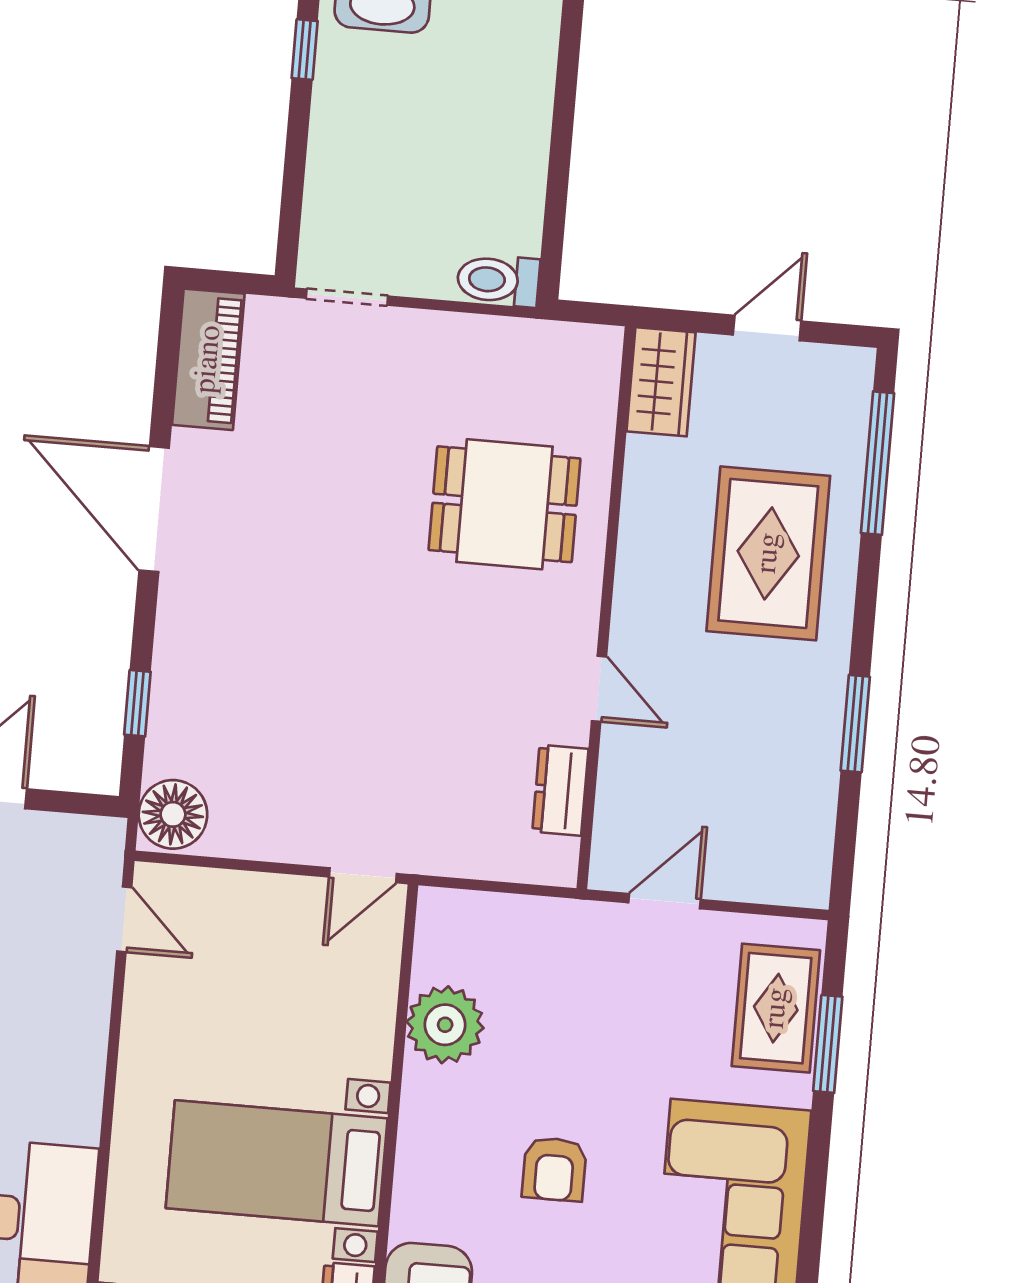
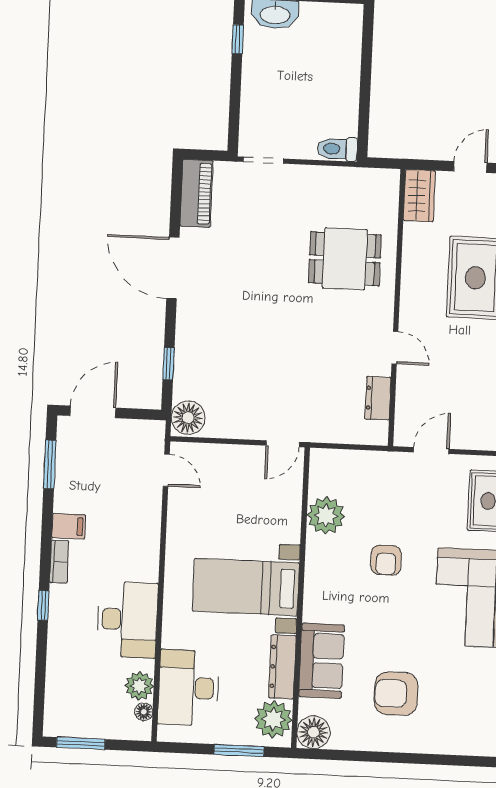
armchair: (554, 1169) -> (386, 560), moved

